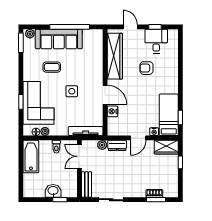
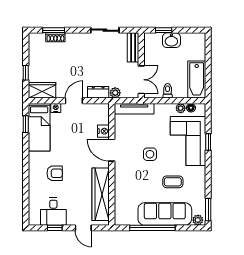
armchair: (146, 68) -> (55, 173), moved

